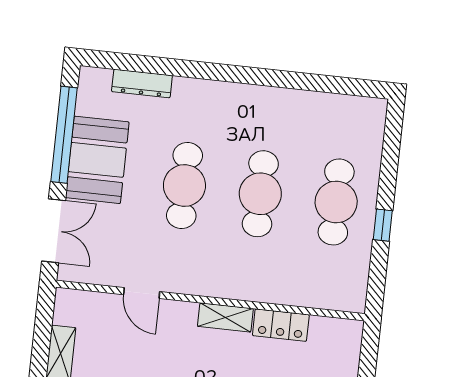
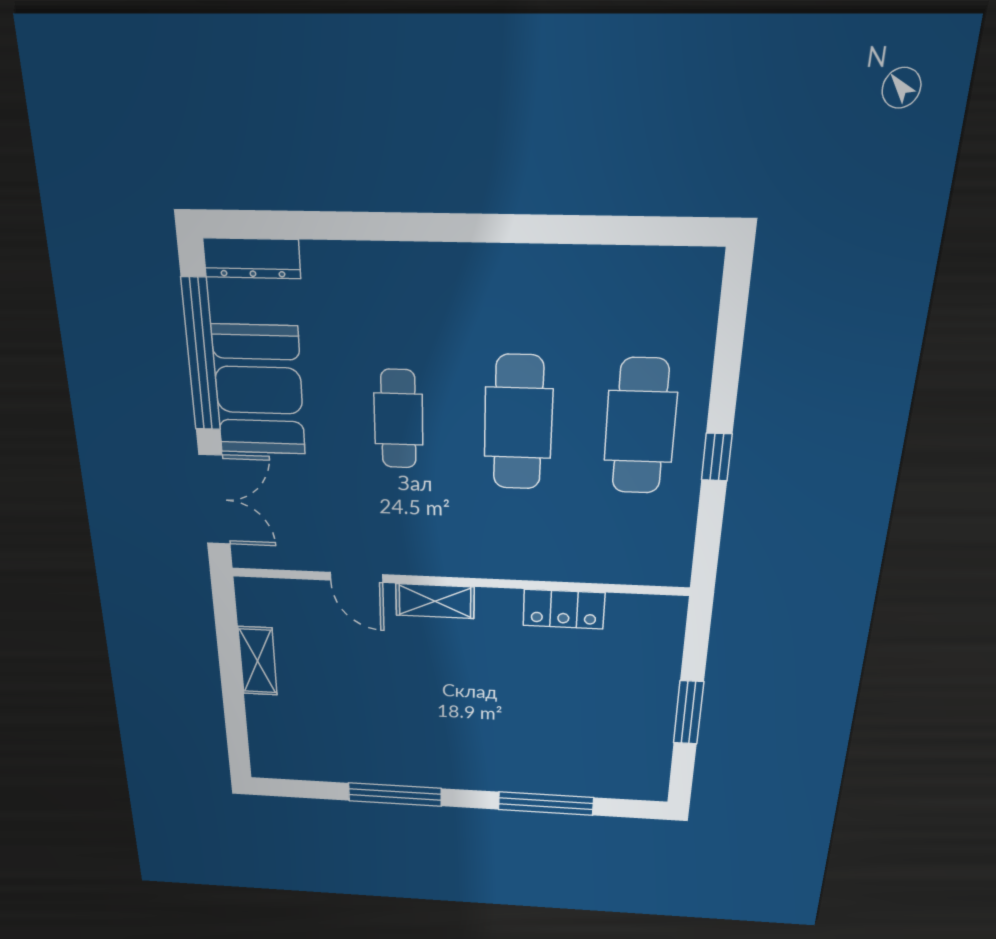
dresser: (142, 84) -> (252, 258), moved
cafe table: (184, 186) -> (398, 419), width x0.73, depth x0.74
shelving: (225, 317) -> (435, 601), moved

